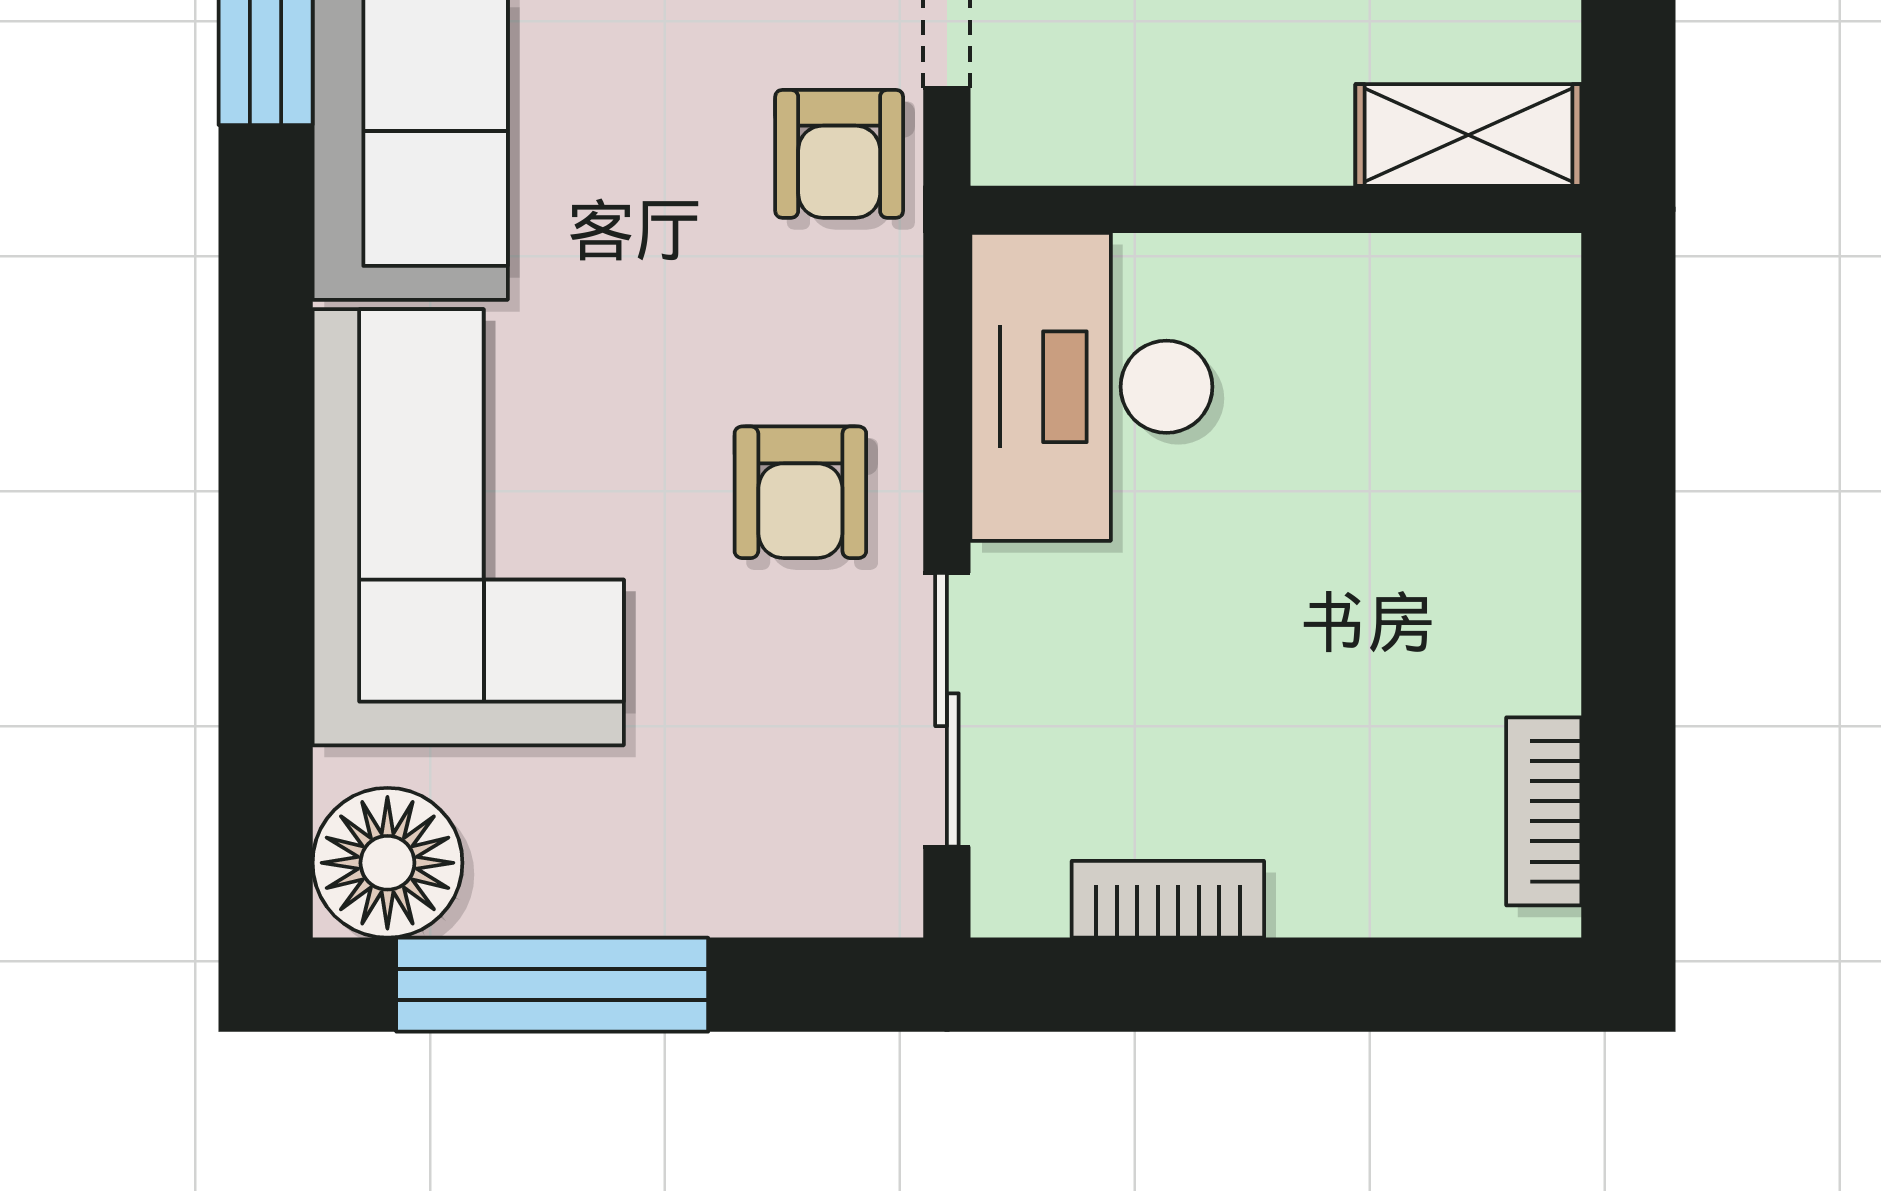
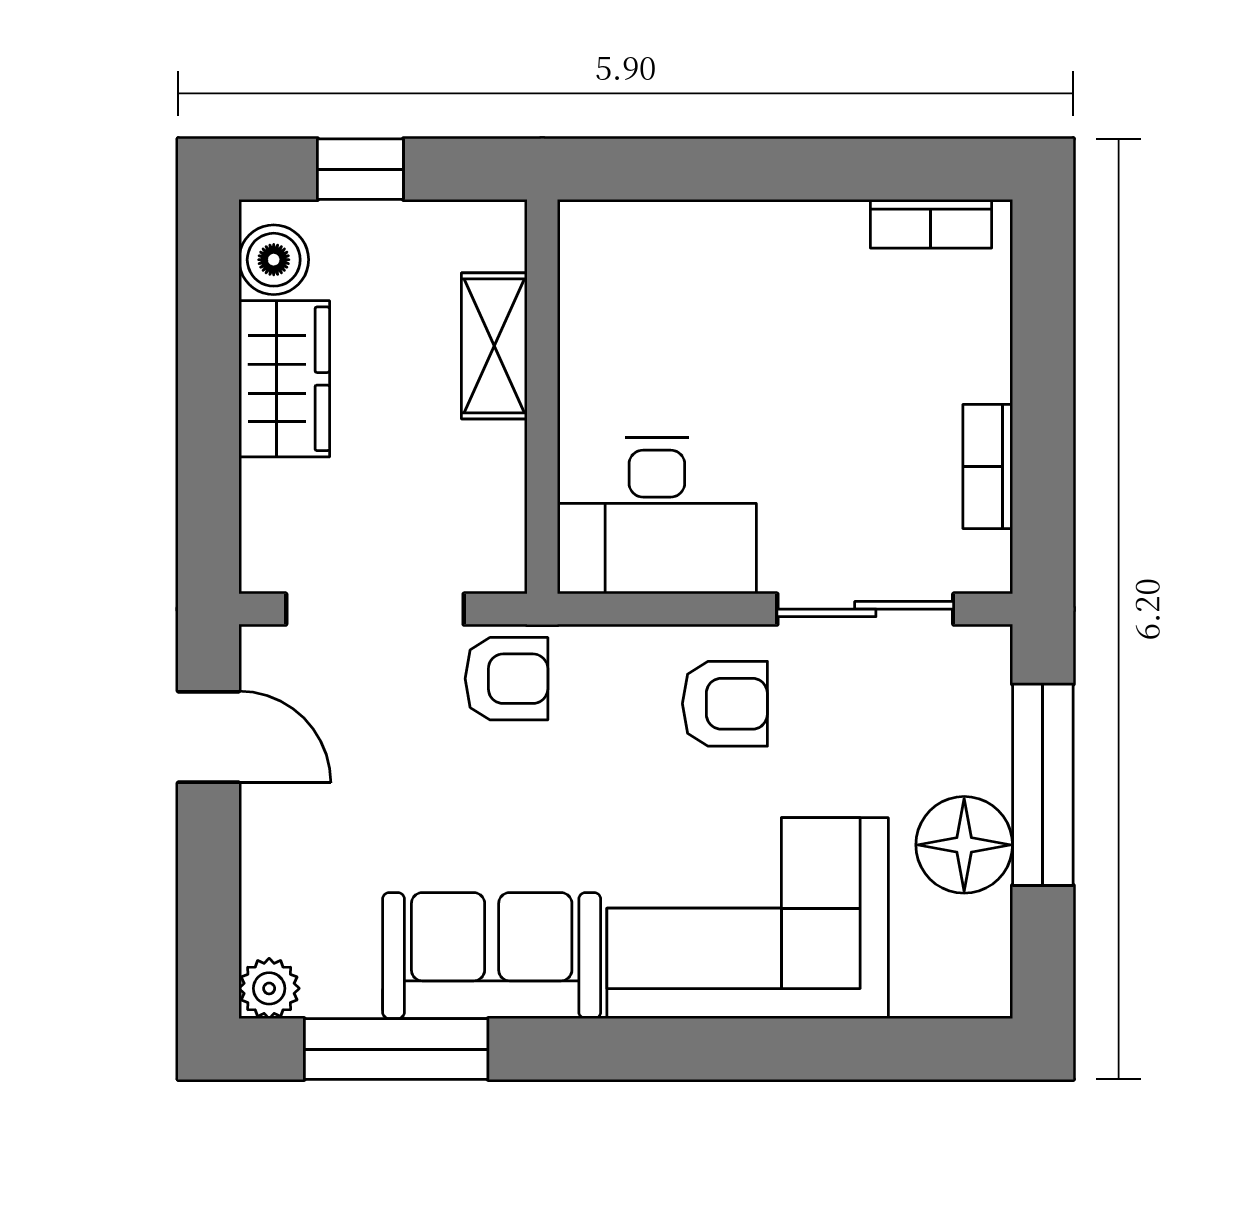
shelving: (1468, 135) -> (494, 346), moved
floor lamp: (387, 863) -> (964, 845), moved
window: (552, 985) -> (1043, 785), moved

